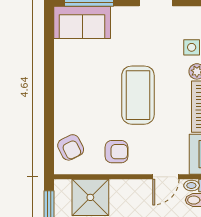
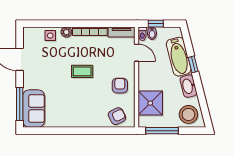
coffee table: (138, 95) -> (82, 71), width x0.54, depth x0.58

